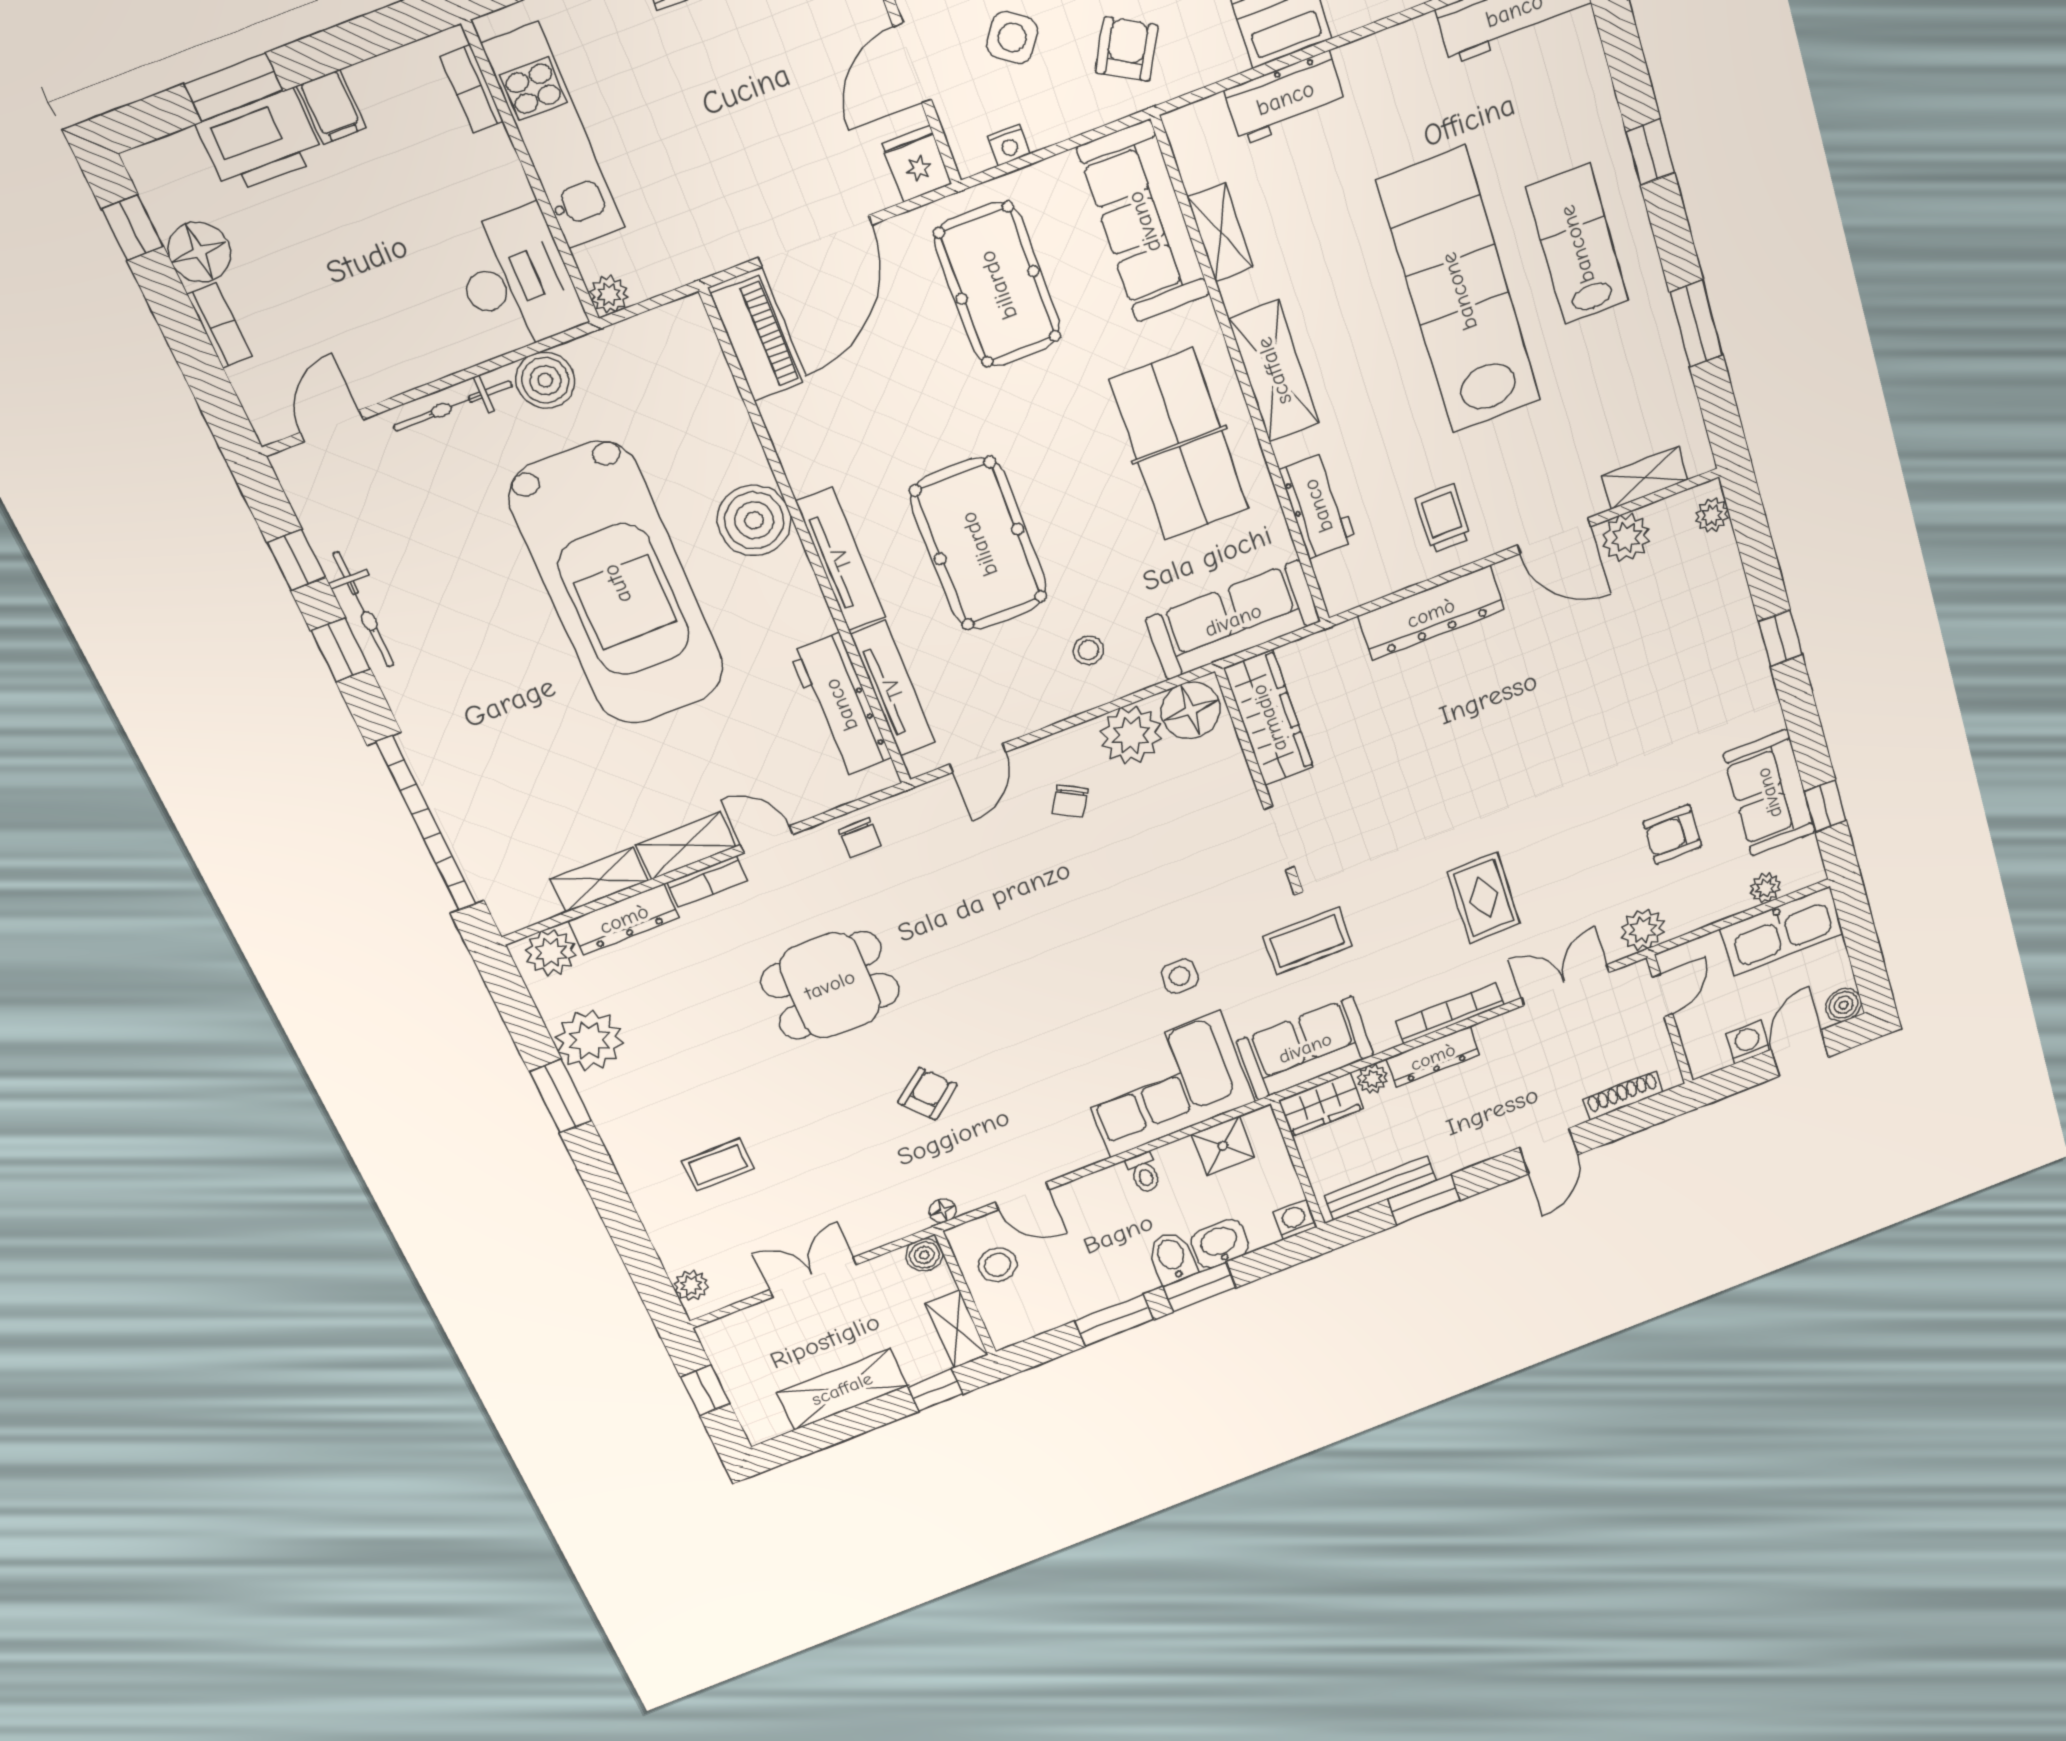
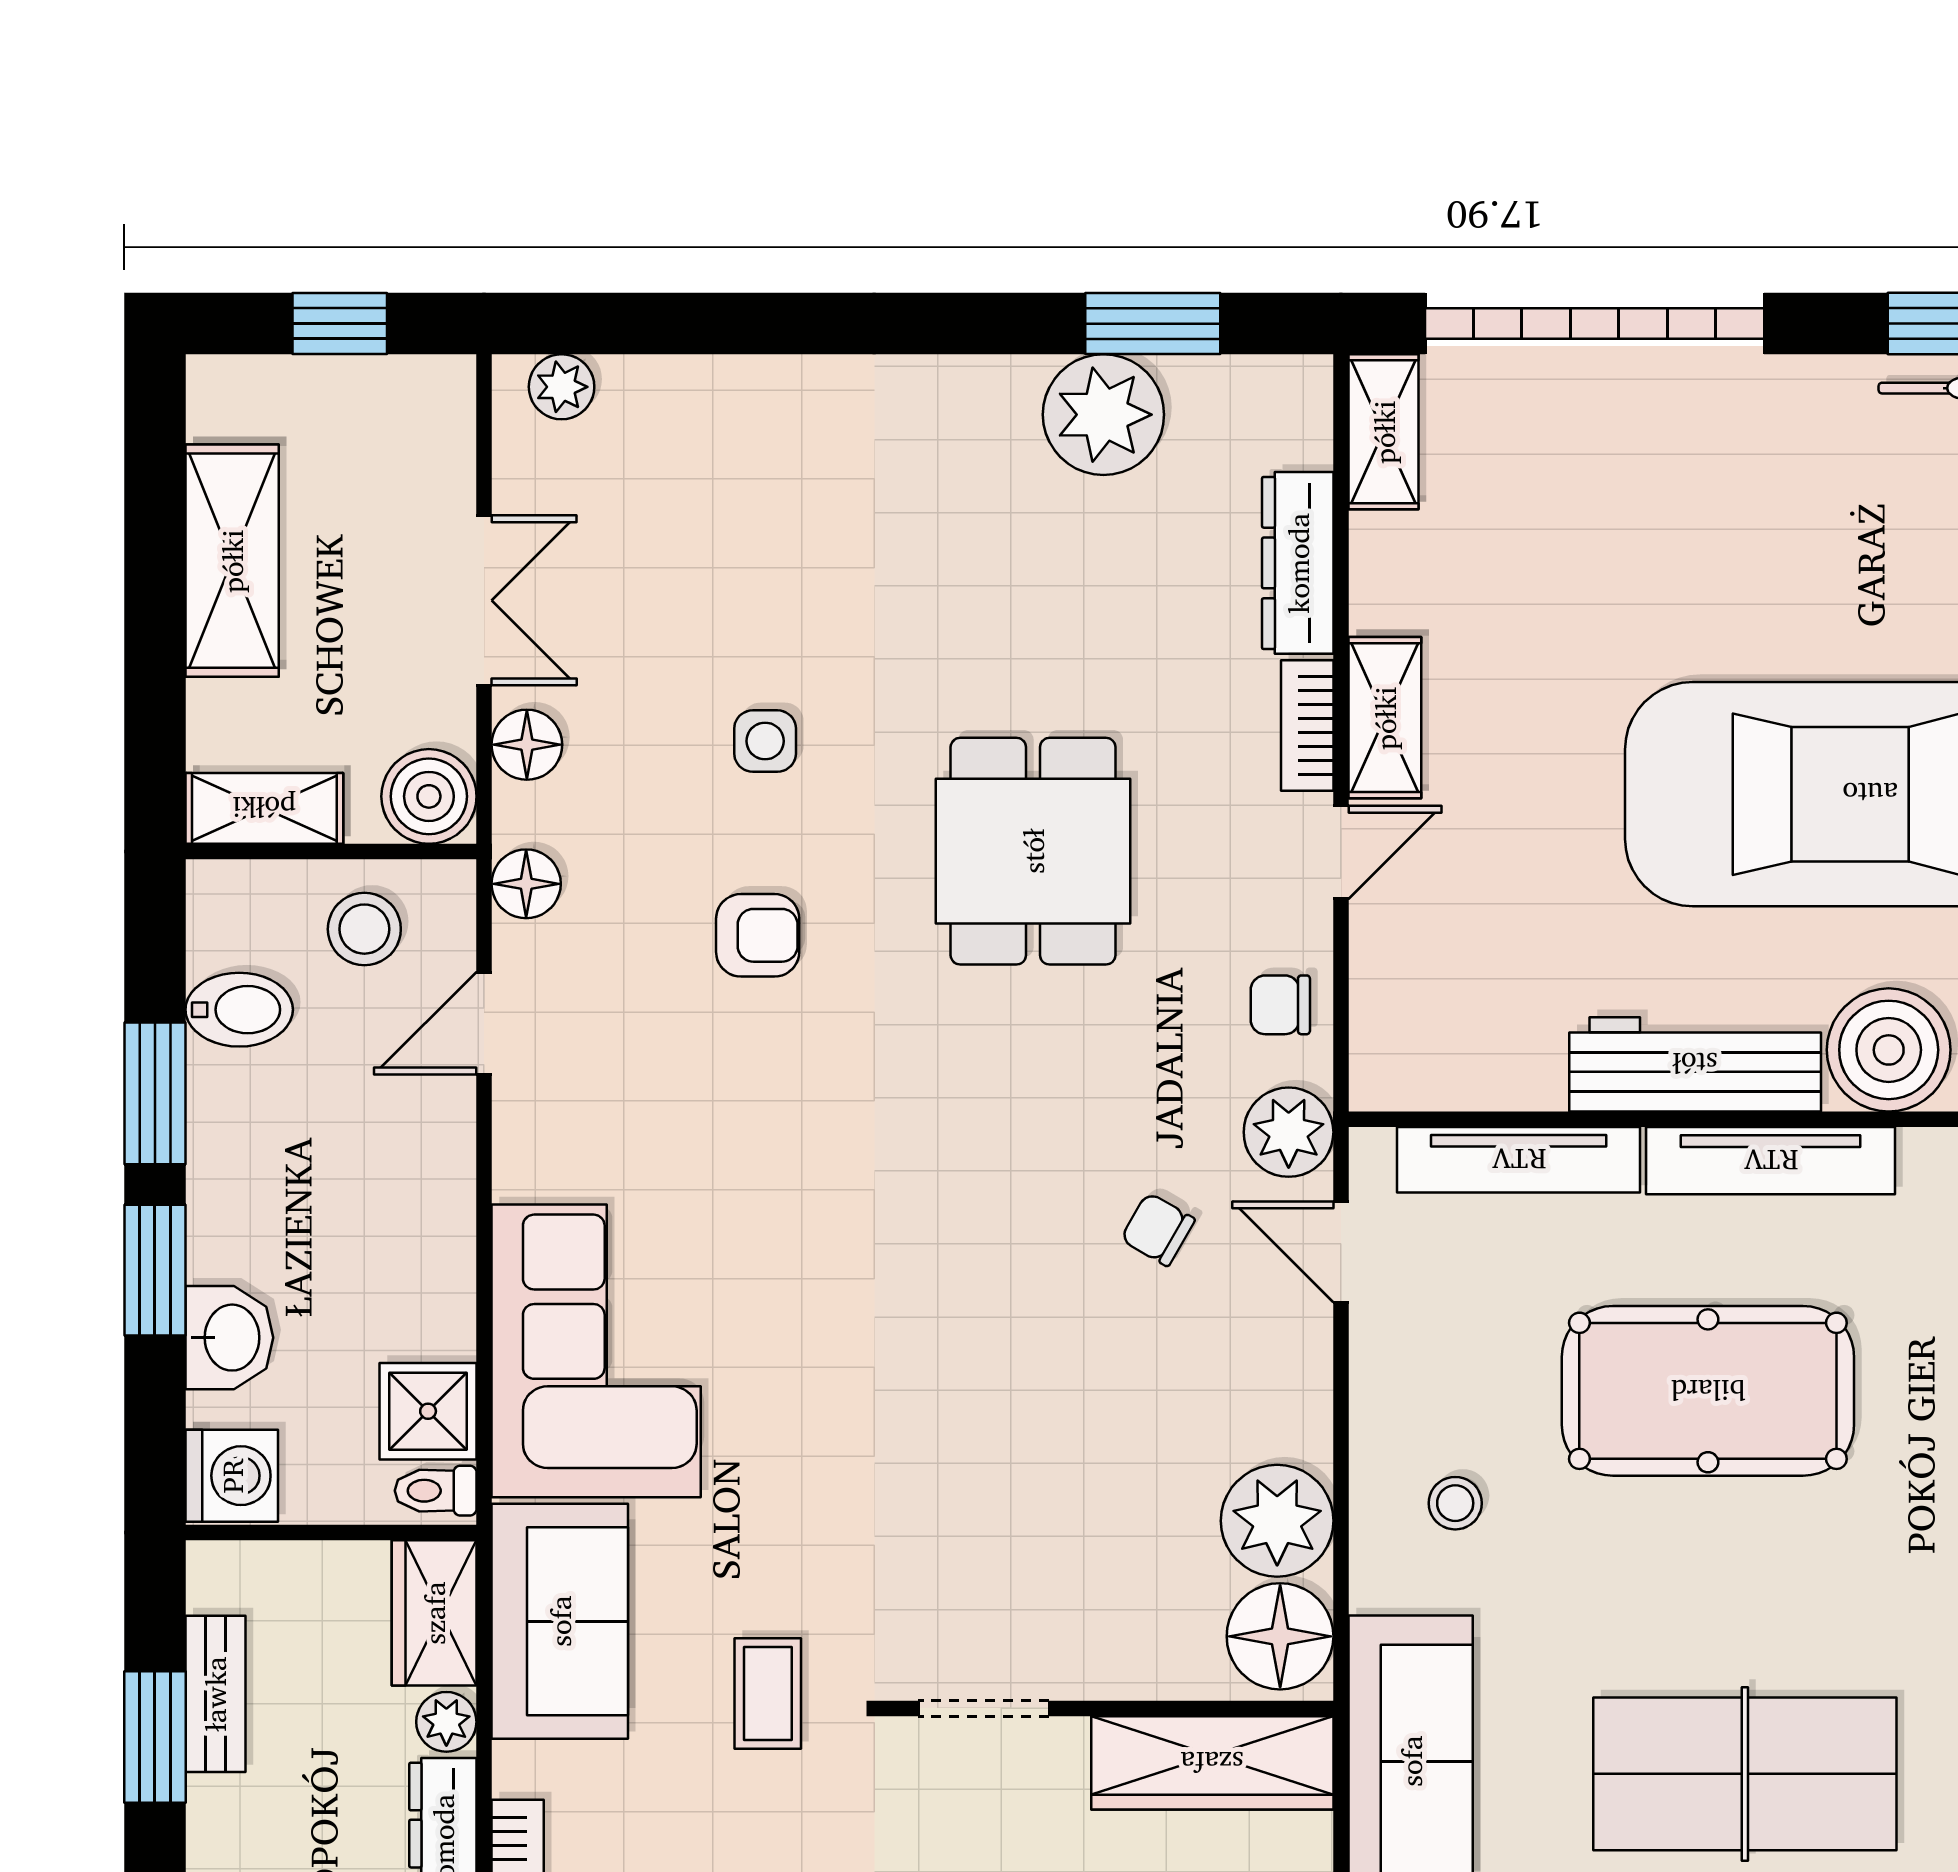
workbench: (841, 705) -> (1695, 1064), moved
chair: (1070, 801) -> (1158, 1229), moved
shelving: (599, 880) -> (1384, 432), moved
coffee table: (1307, 941) -> (768, 1693), width x0.73, depth x0.77
plant: (551, 952) -> (1289, 1132), moved
side table: (1180, 976) -> (765, 741), moved
armchair: (927, 1094) -> (758, 935), turned -50
window: (561, 1096) -> (1153, 324), moved
coffee table: (718, 1165) -> (777, 528), removed
toilet: (1144, 1173) -> (436, 1491), moved
bench: (1380, 1188) -> (215, 1694), width x0.73
floor lamp: (943, 1211) -> (526, 884), width x1.37, depth x1.37
washing machine: (1294, 1220) -> (232, 1476), width x1.38, depth x1.38
floor lamp: (876, 1231) -> (527, 745), added
boiler: (924, 1255) -> (429, 796), width x1.36, depth x1.36
bidet: (1172, 1258) -> (239, 1010), moved
window: (935, 1390) -> (155, 723), removed

